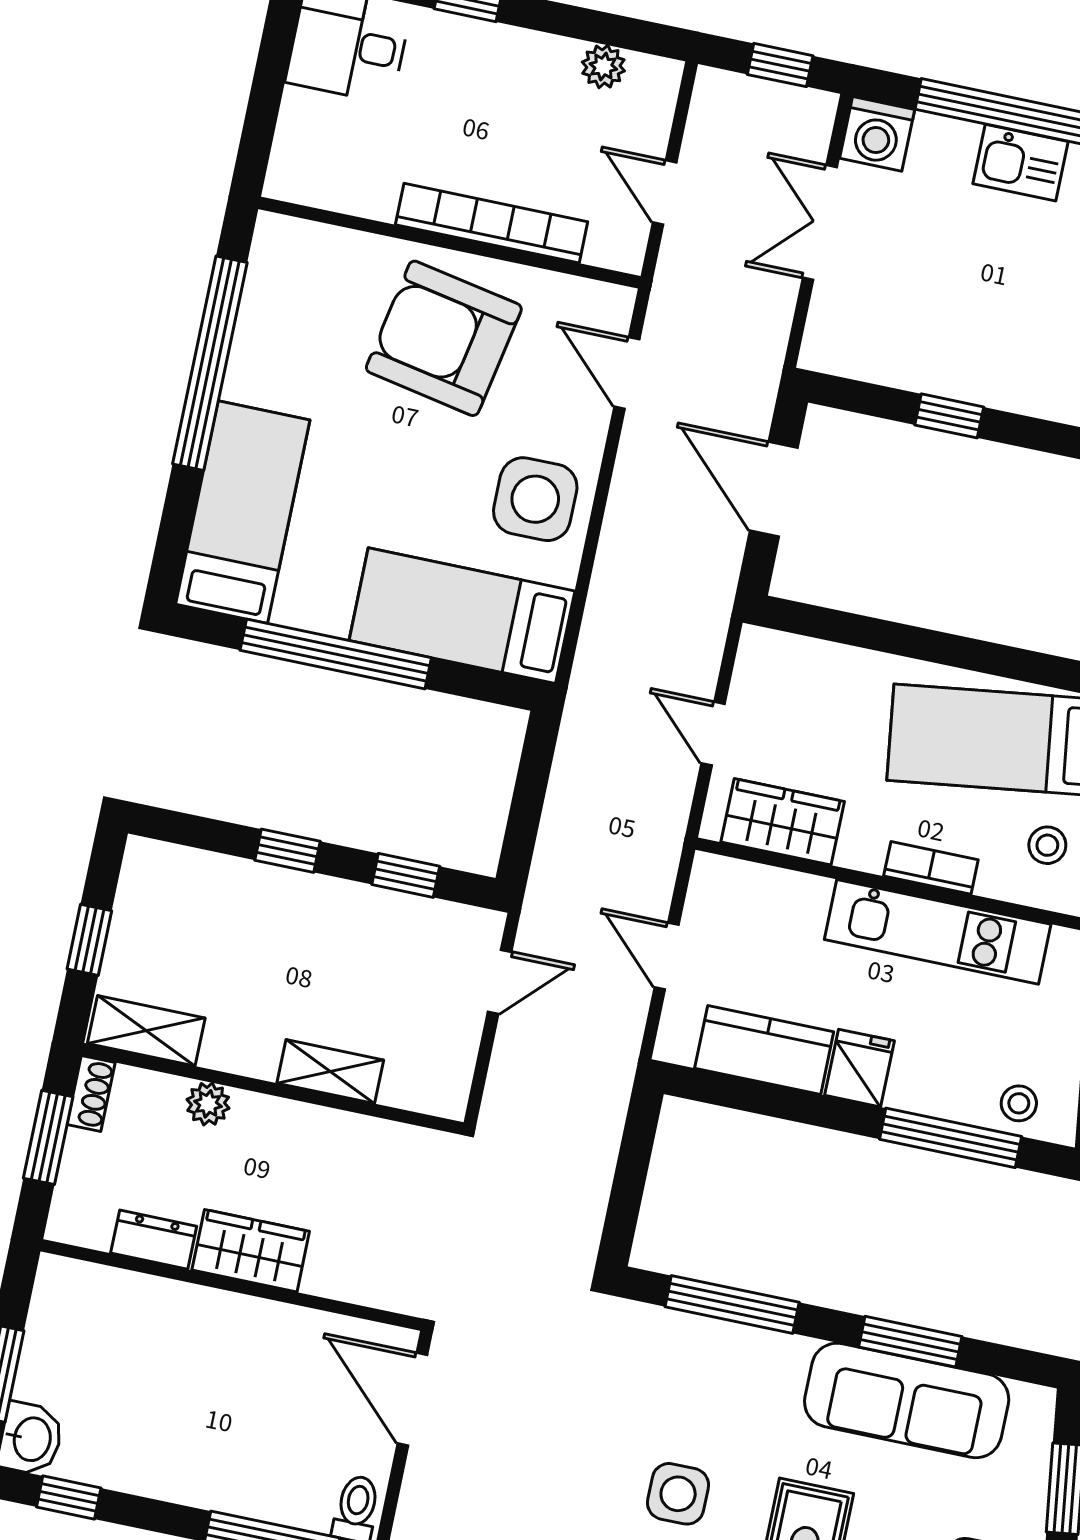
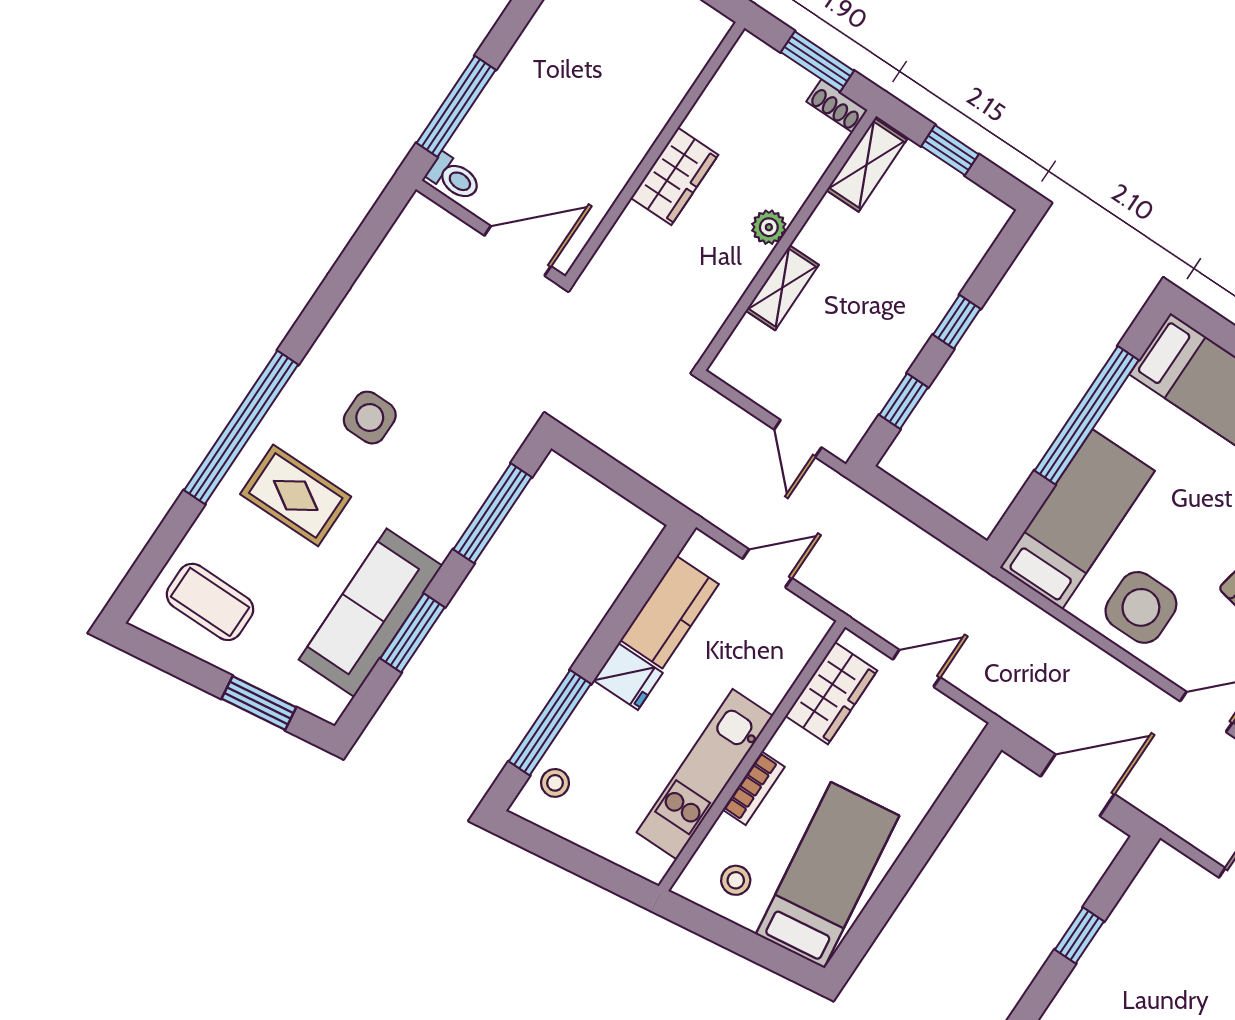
plant: (208, 1104) -> (769, 227), moved
dresser: (154, 1240) -> (711, 109), removed

